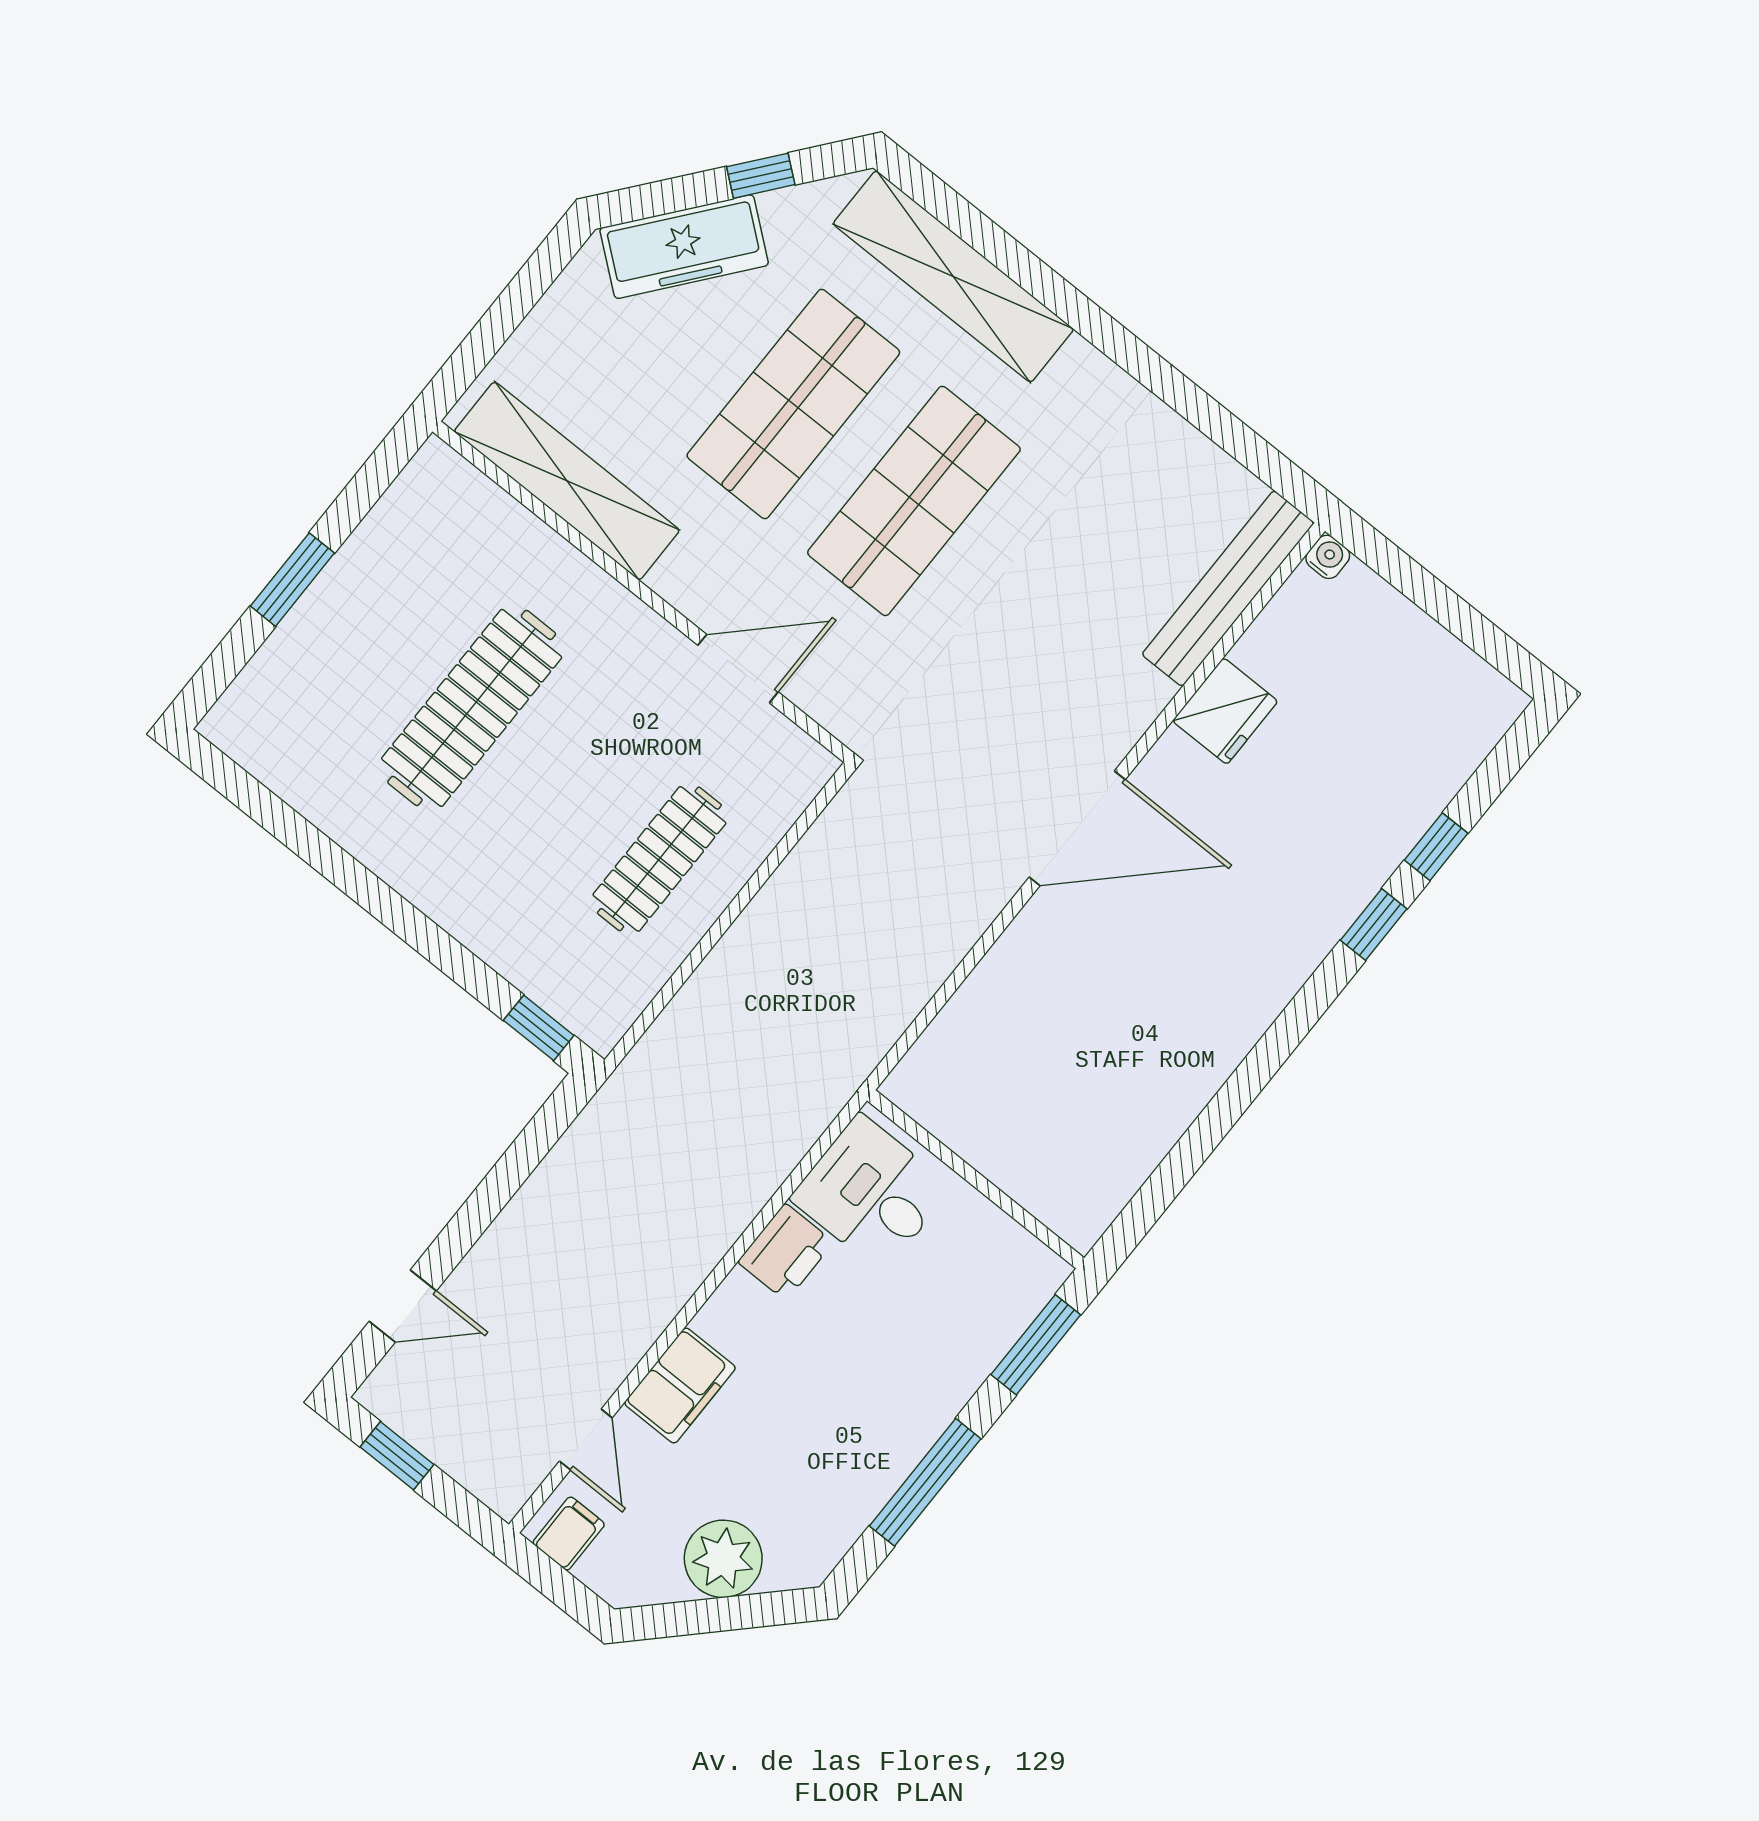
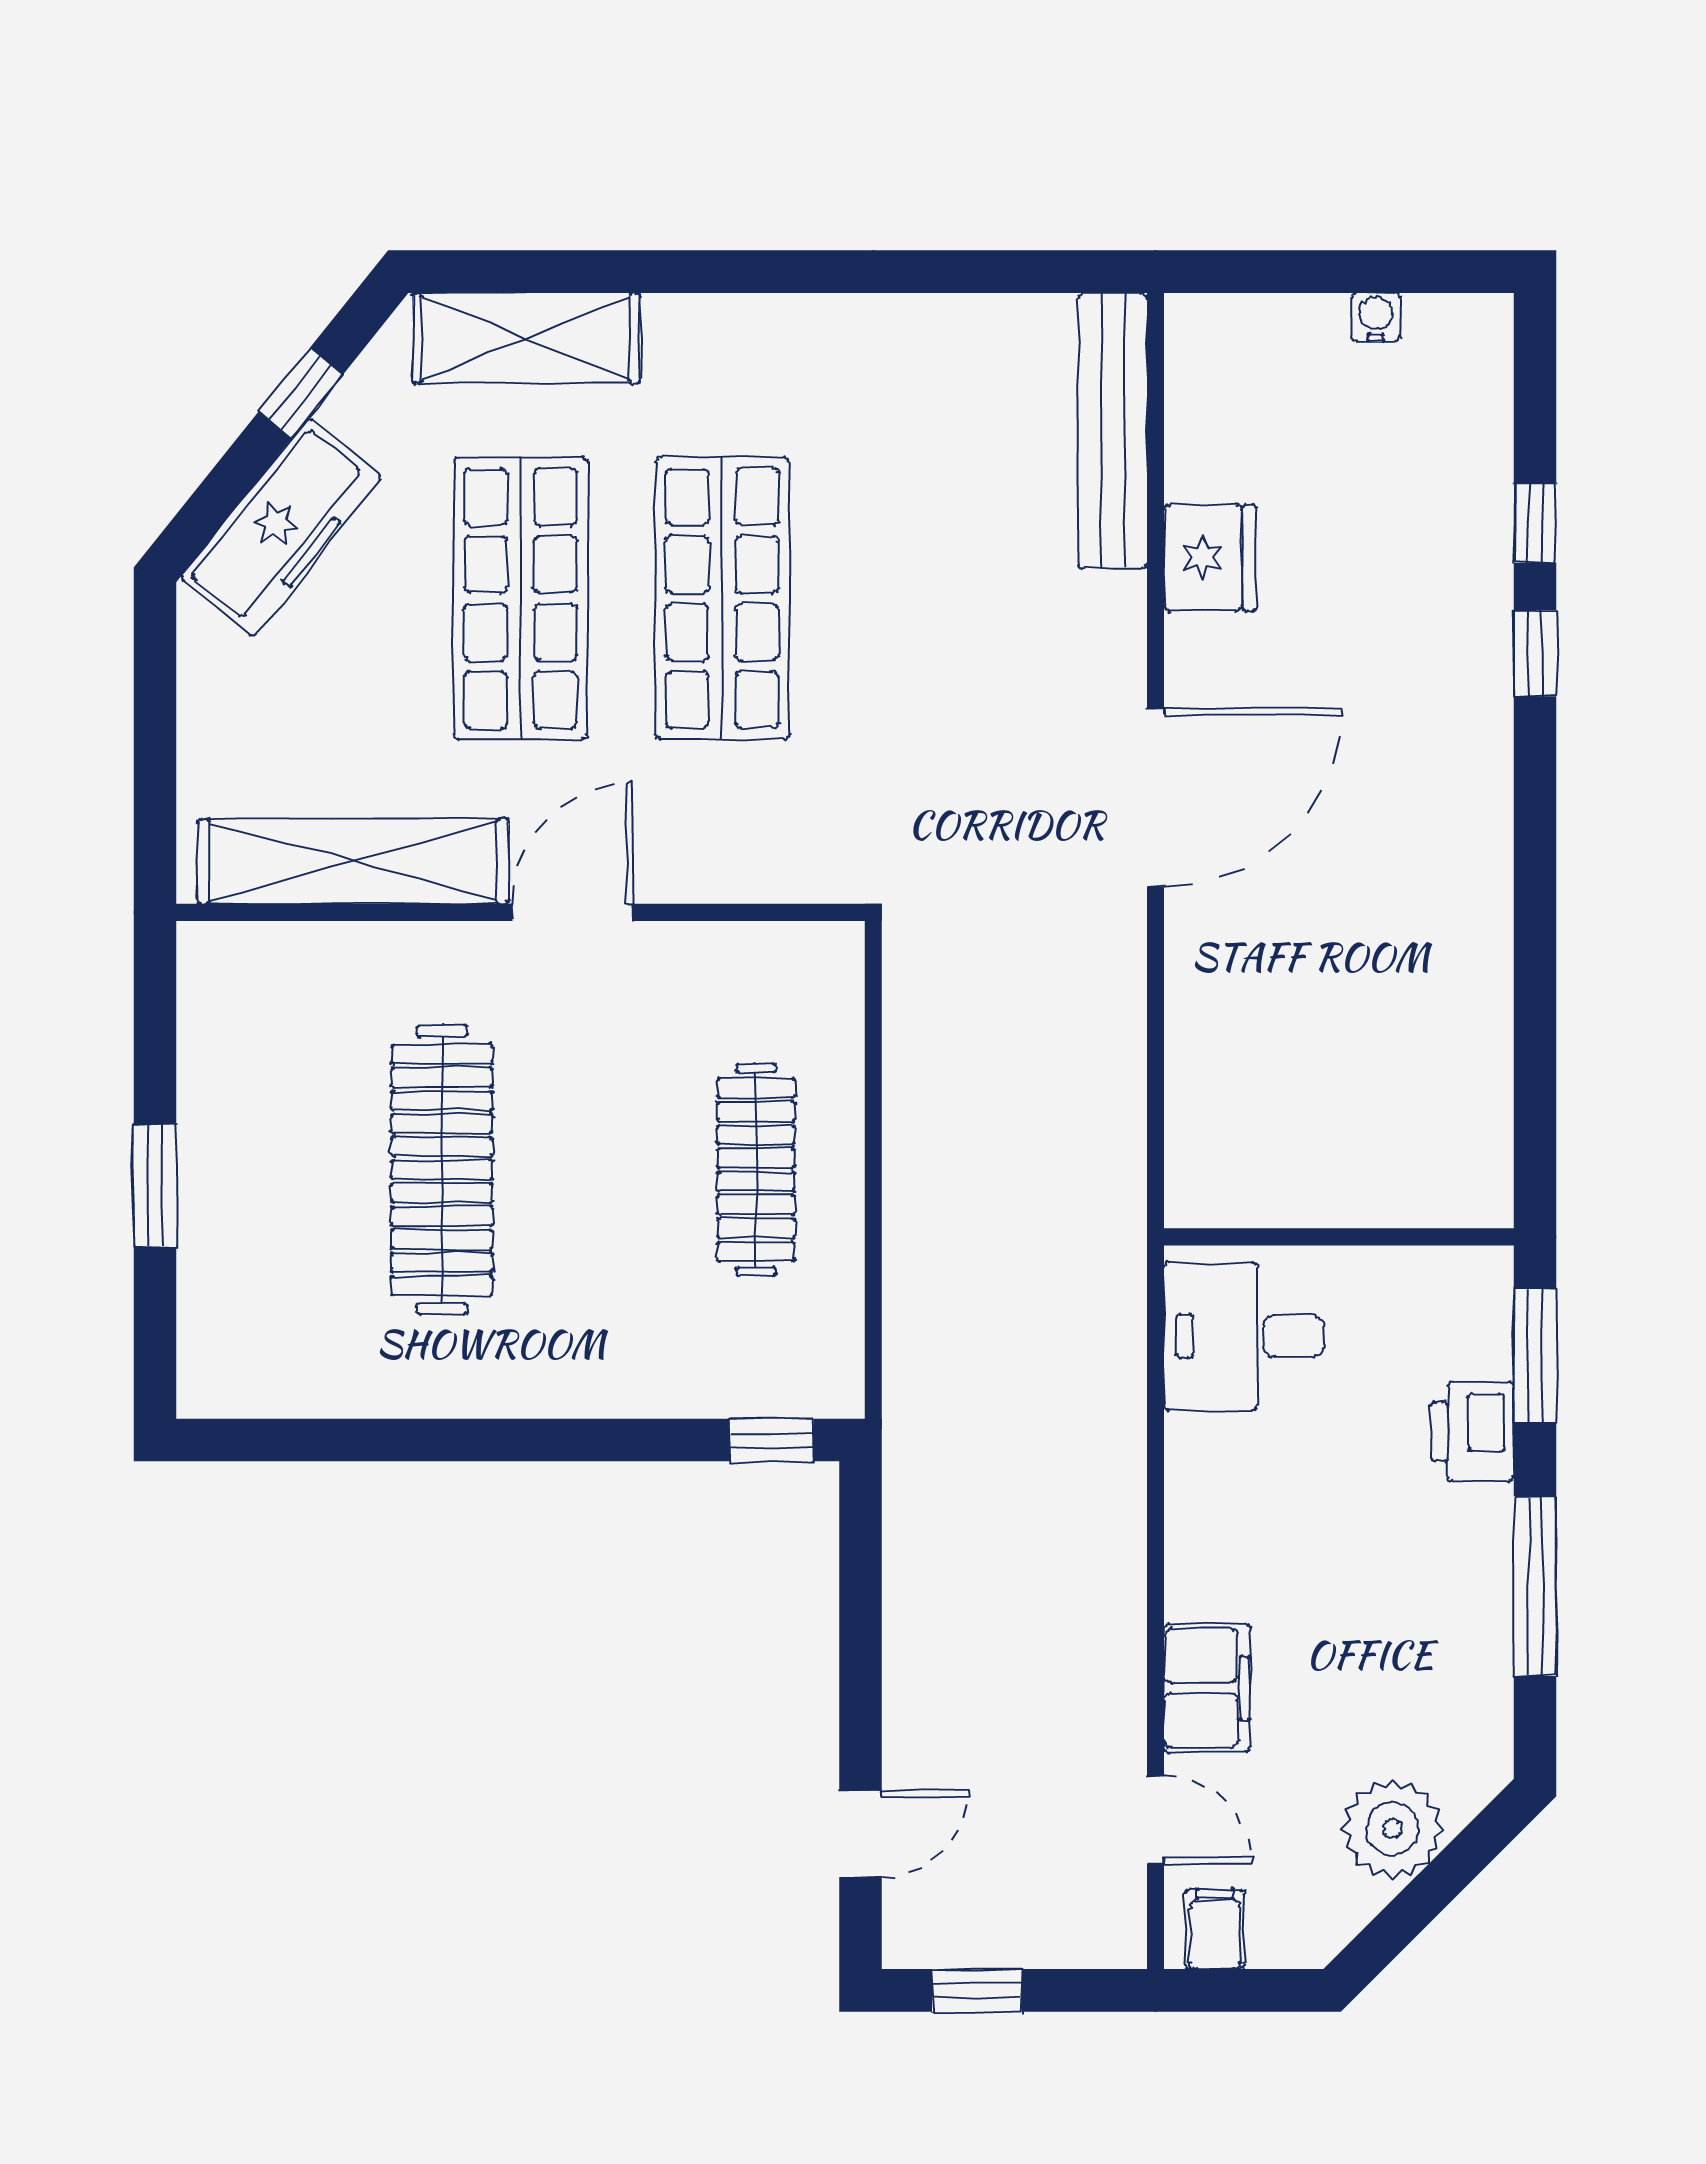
shelving: (953, 276) -> (526, 338), width x0.68
water cooler: (1328, 557) -> (1376, 317), moved
door: (738, 669) -> (573, 912), moved
printer: (786, 1252) -> (1473, 1432), moved, turned 180

